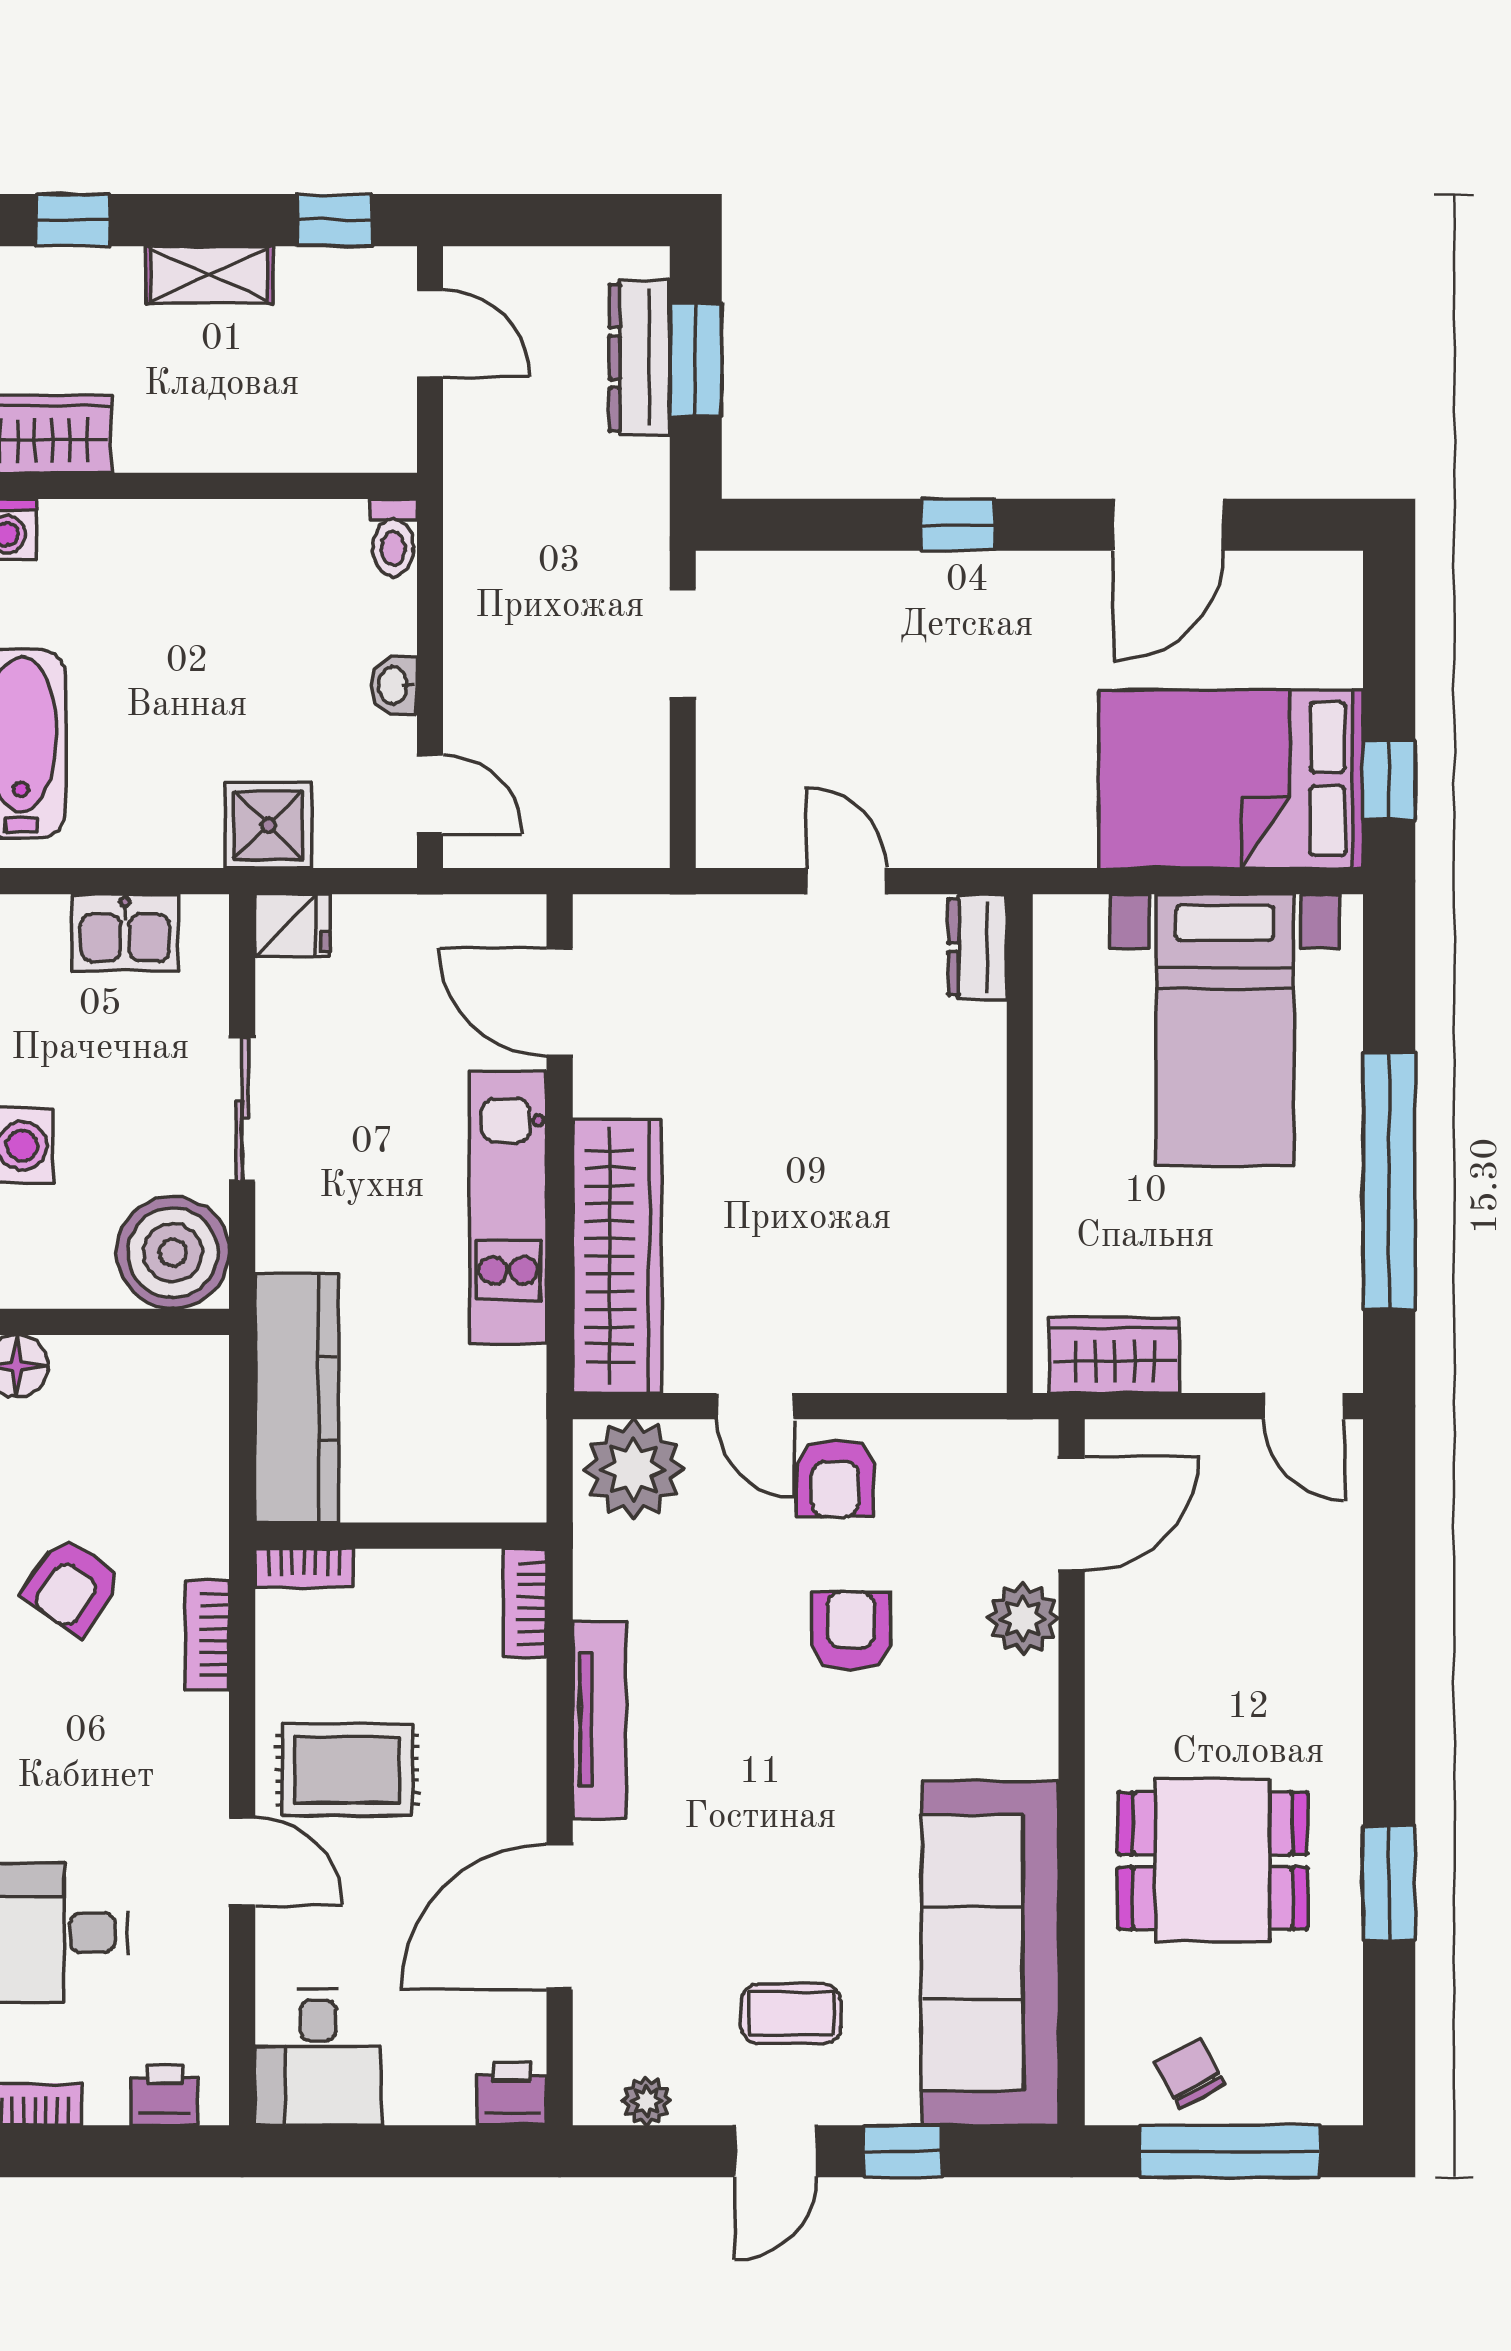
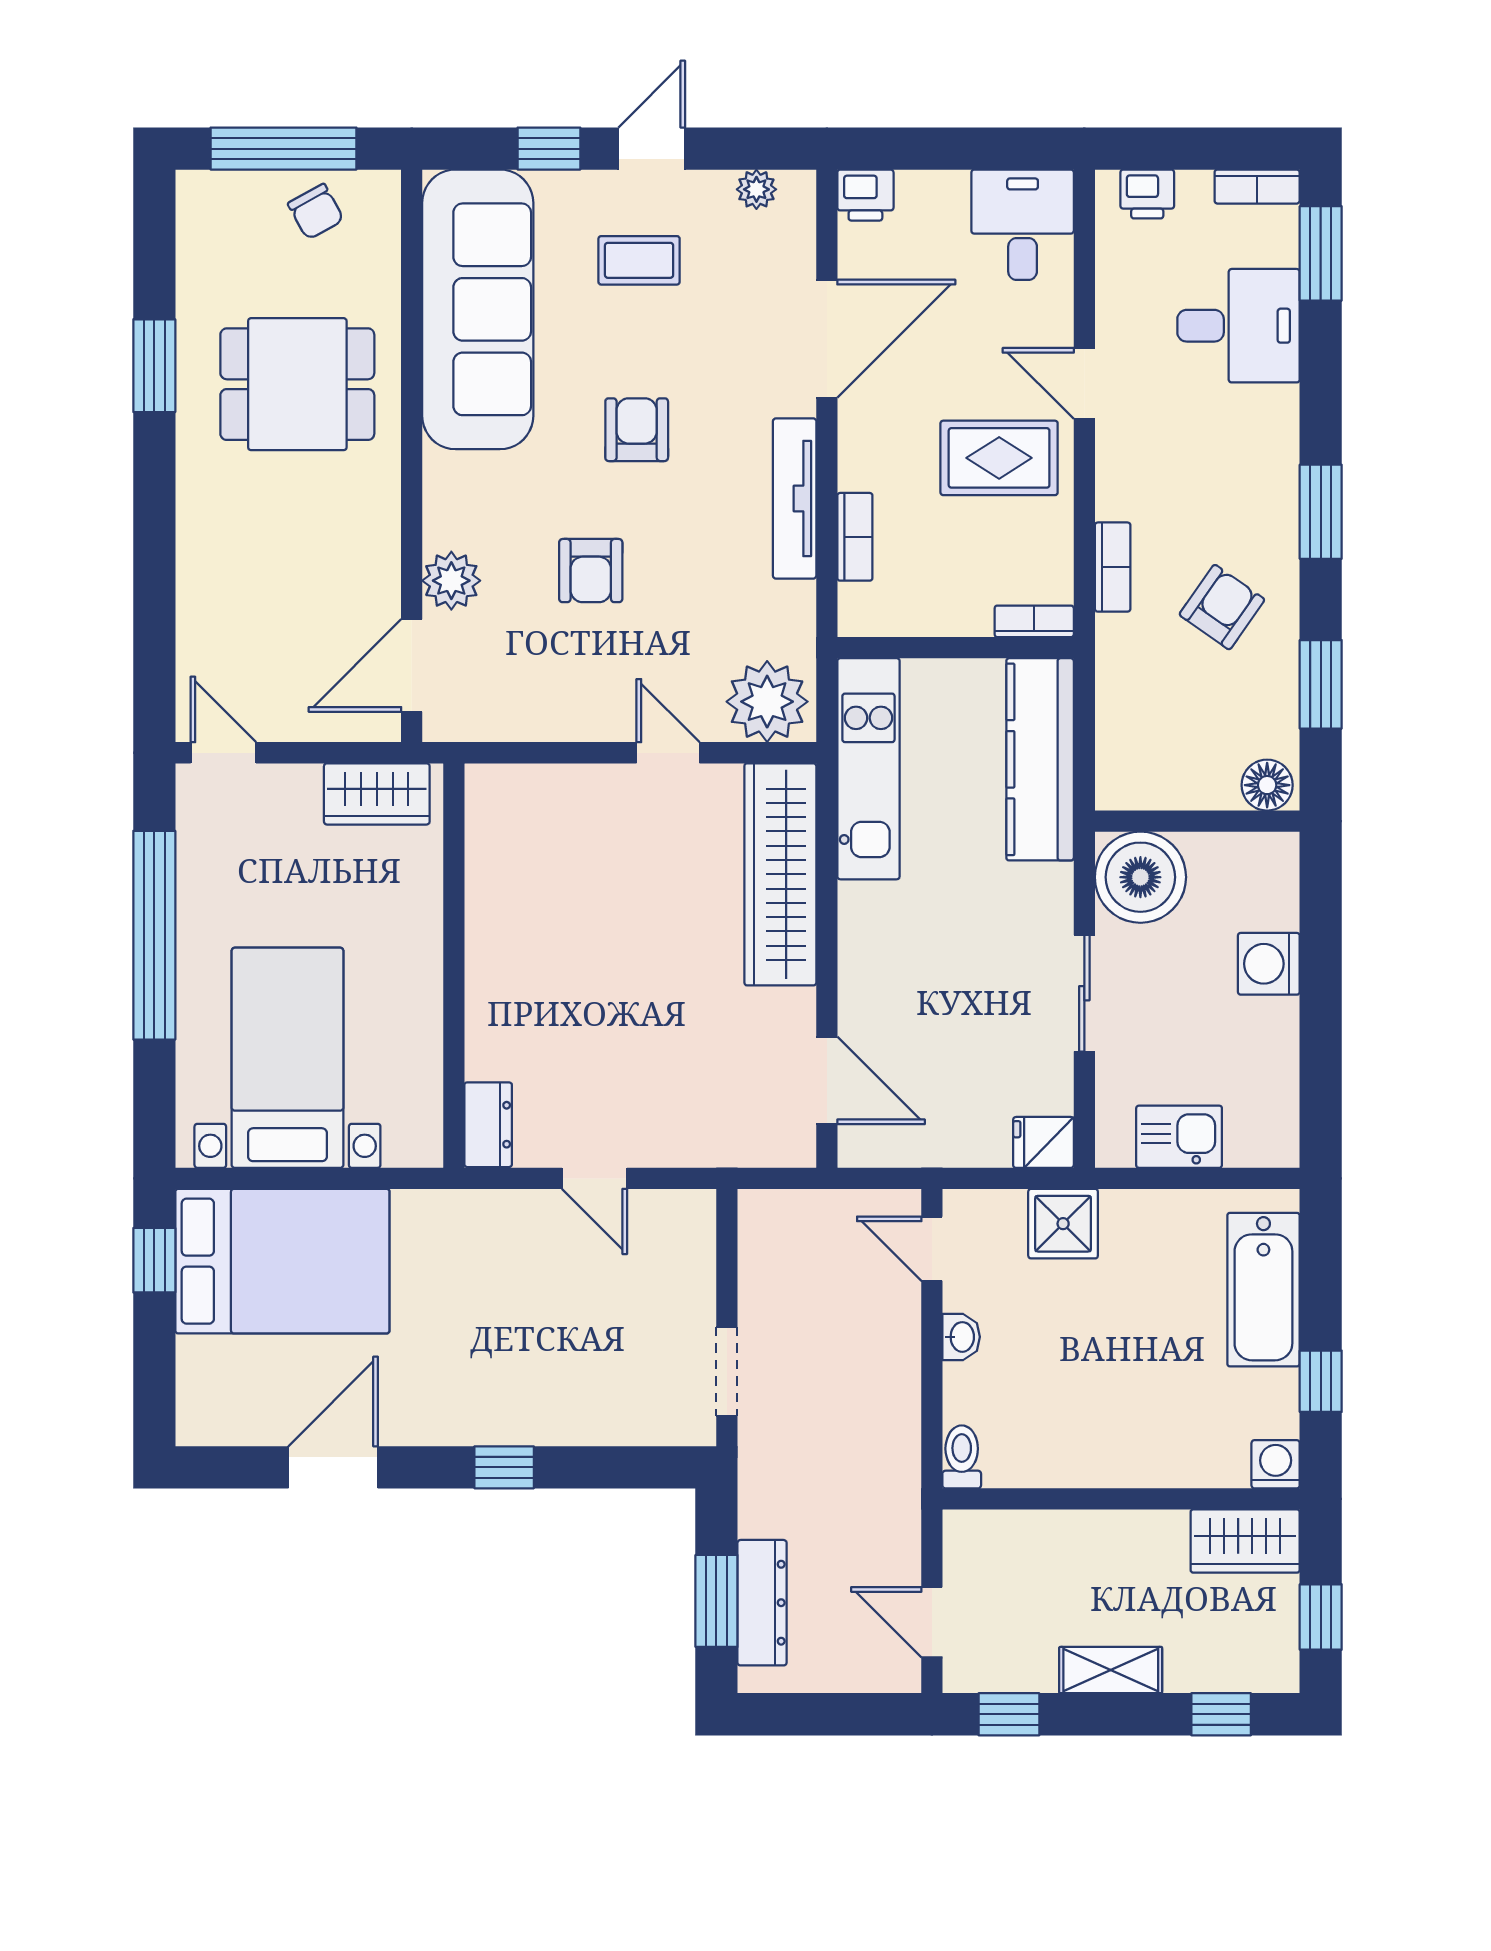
kitchen unit: (508, 1208) -> (868, 769), moved
armchair: (835, 1478) -> (637, 430), moved
bookcase: (525, 1603) -> (855, 537), moved

